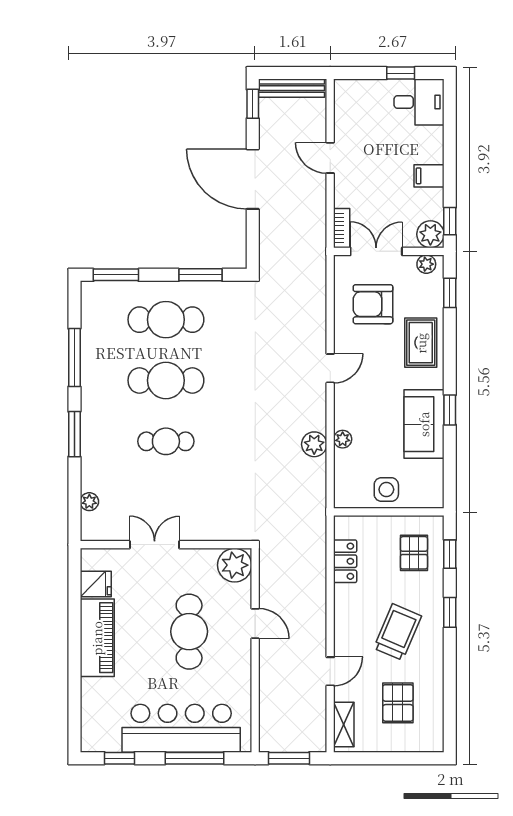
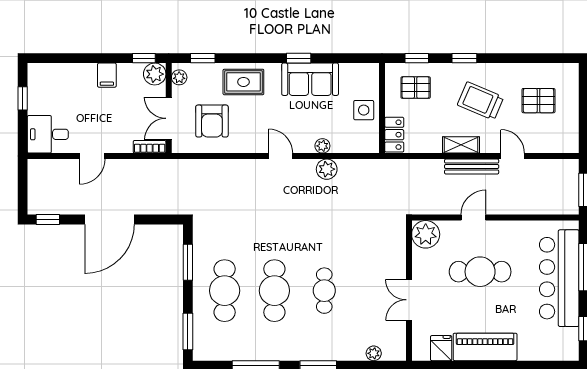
bench: (291, 88) -> (472, 167), moved, turned 90
desk: (419, 102) -> (48, 134), moved, turned -90
door: (330, 368) -> (281, 156), moved
locker: (345, 561) -> (394, 135), moved, turned 90
shelving: (344, 724) -> (461, 145), moved

